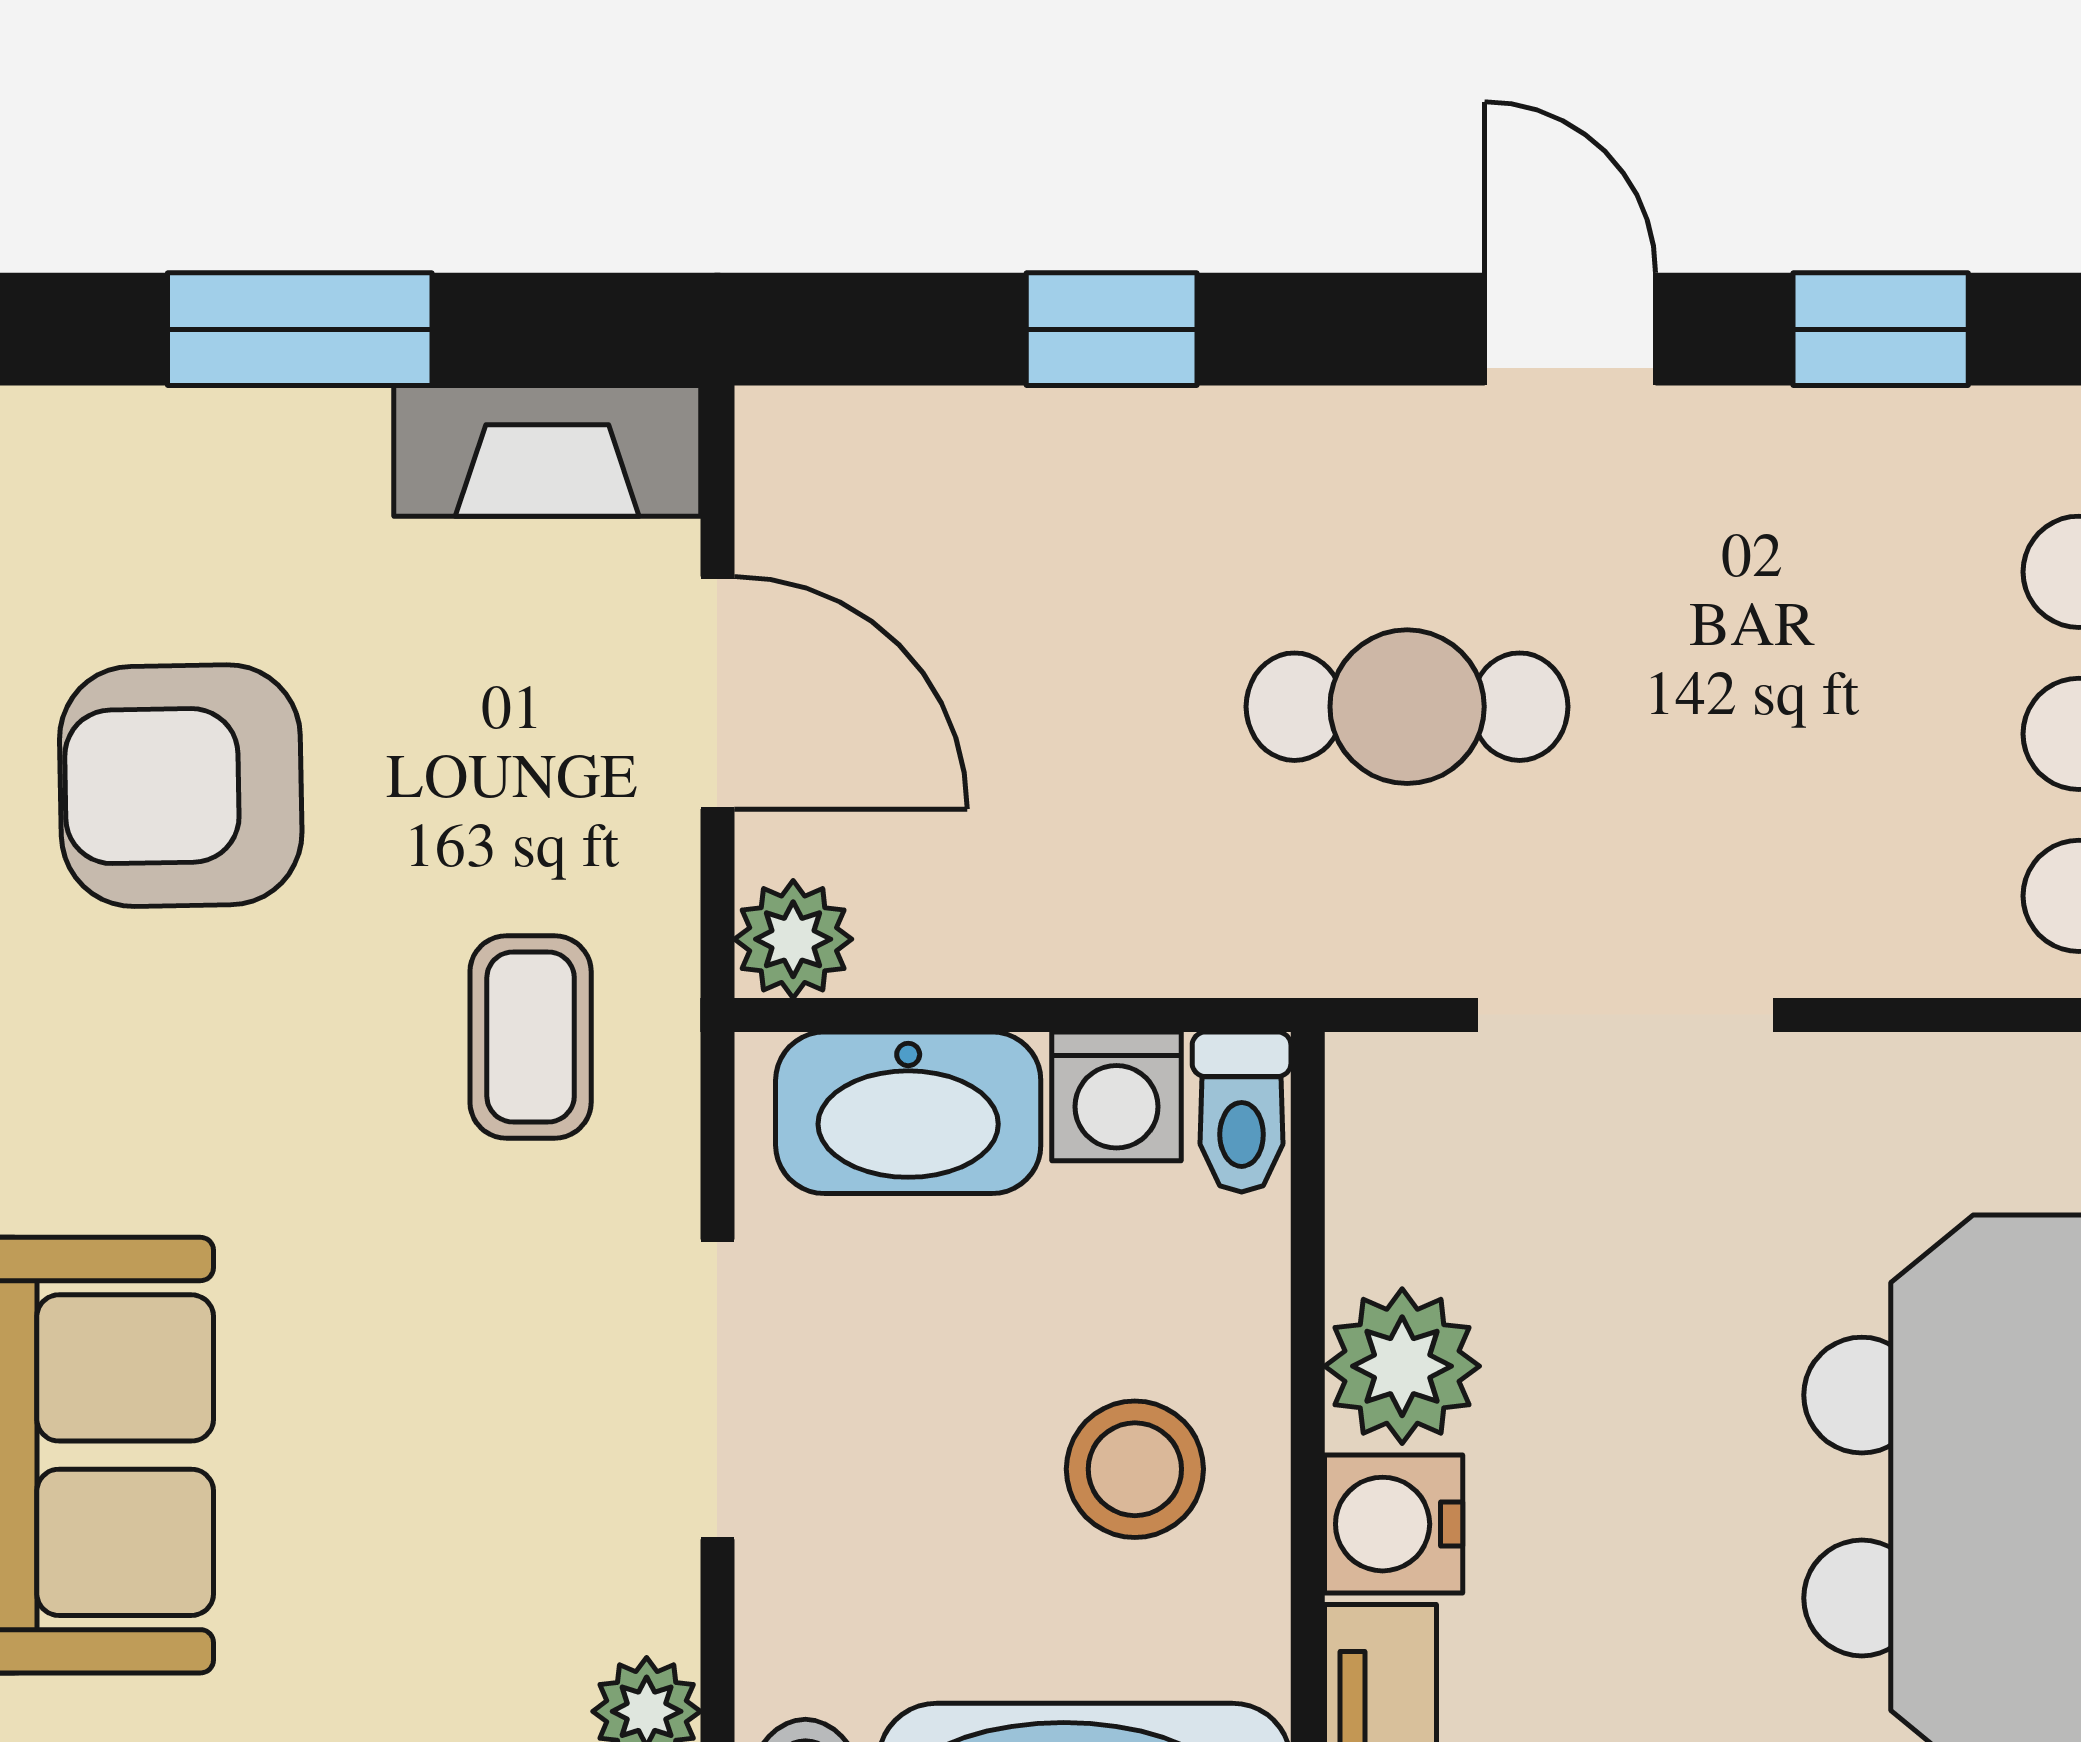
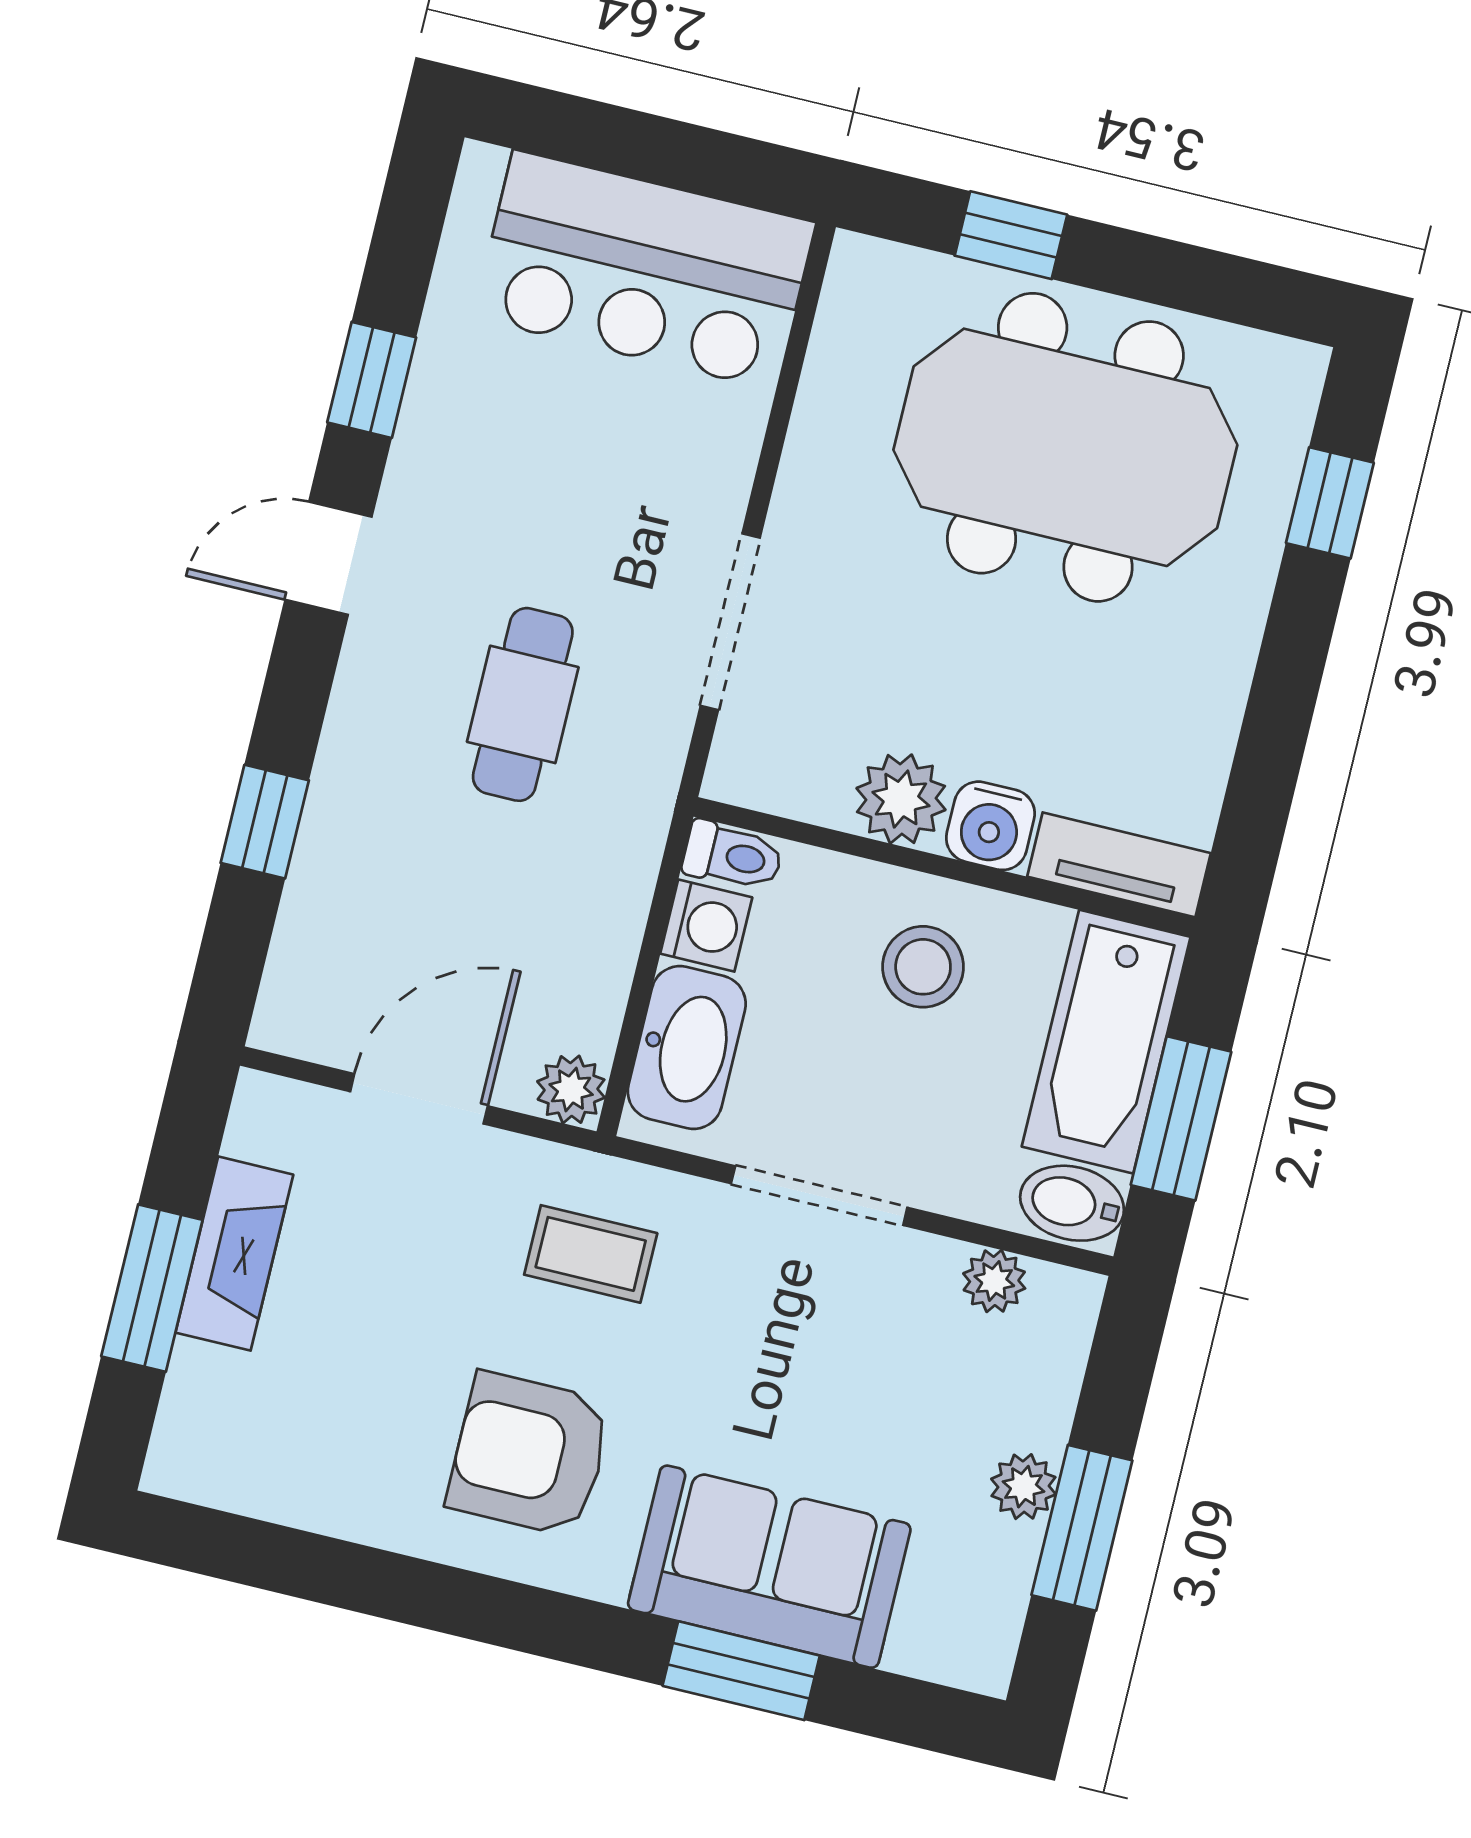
fireplace: (547, 451) -> (234, 1254), moved
armchair: (181, 786) -> (529, 1454), moved, turned 91

